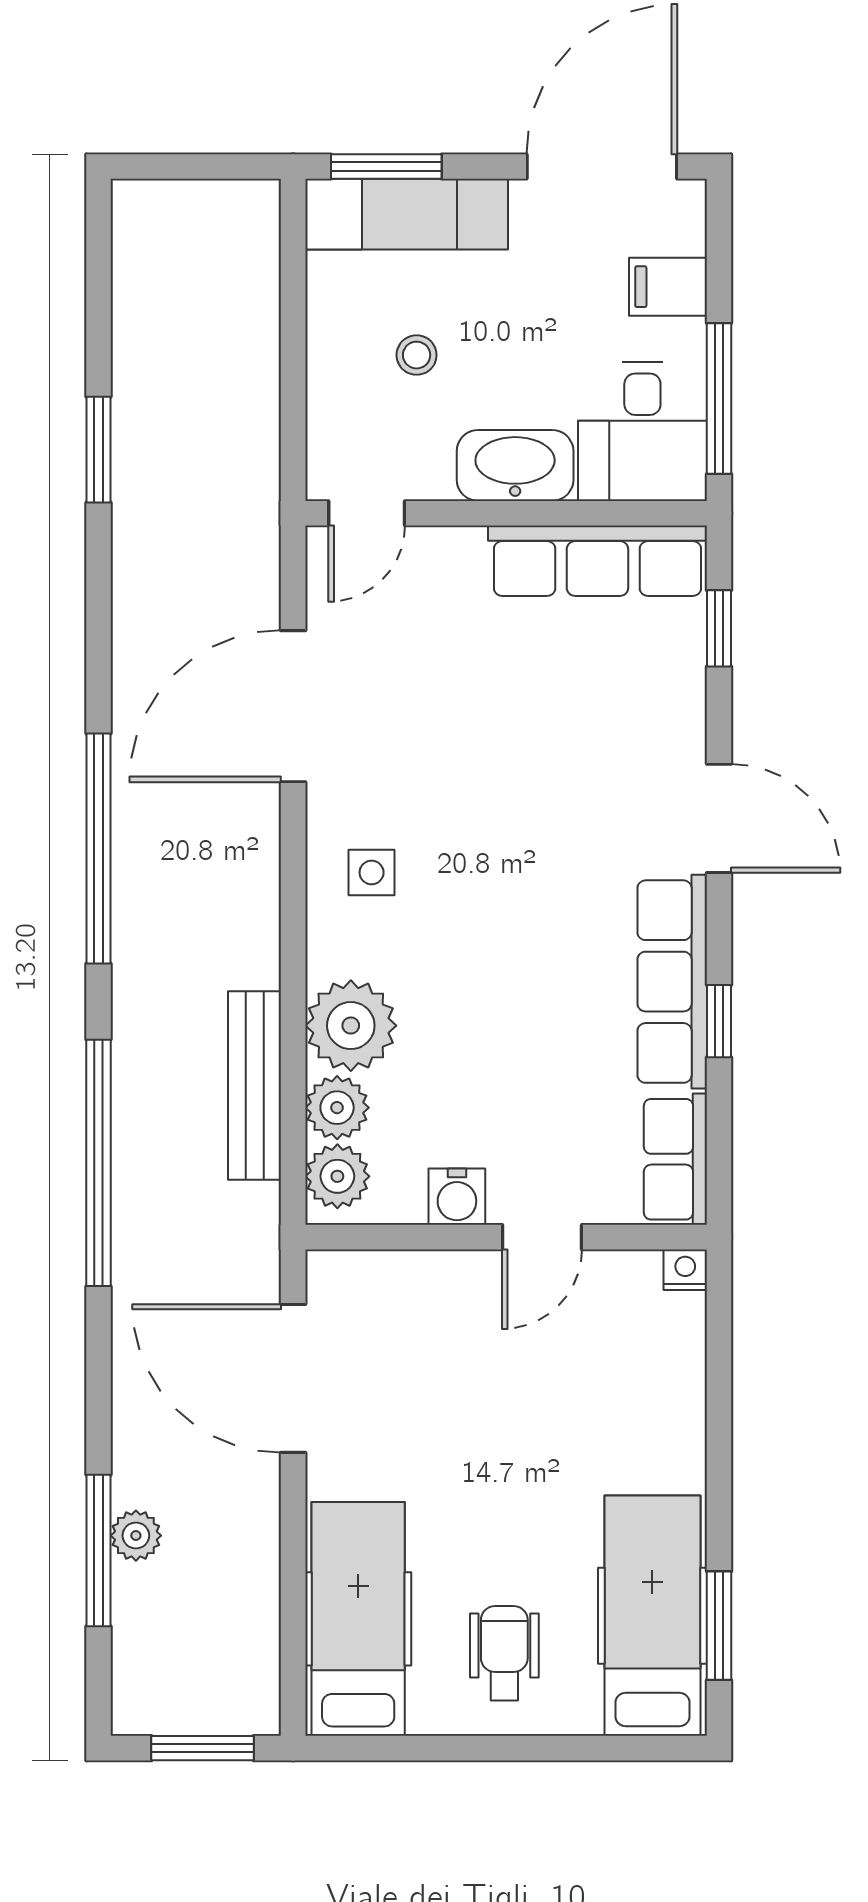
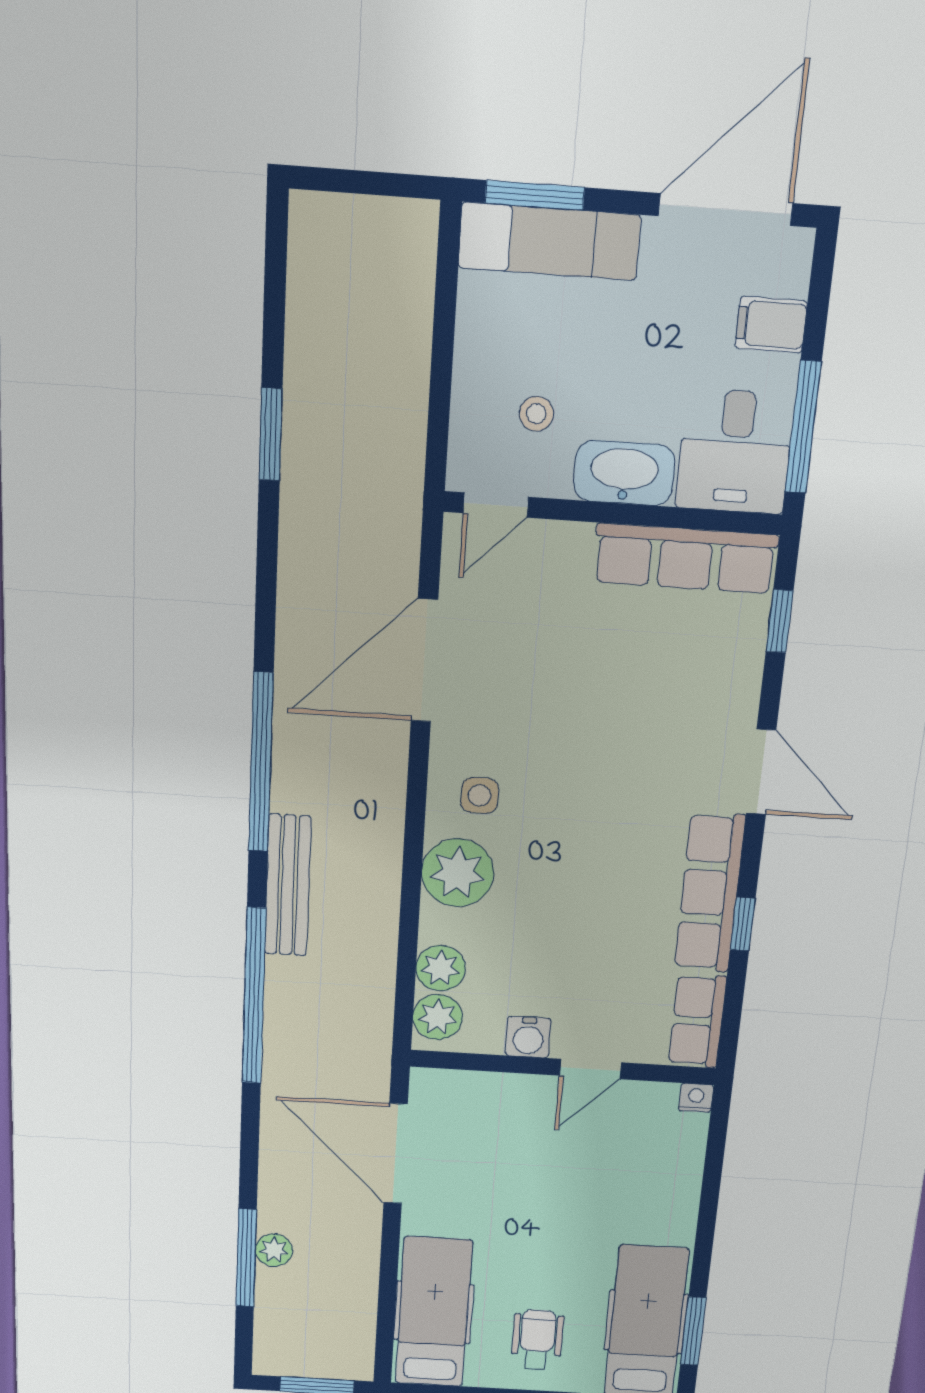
stool: (417, 355) -> (536, 414), moved
plant: (351, 1026) -> (458, 873), moved
bench: (255, 1085) -> (288, 885), moved

